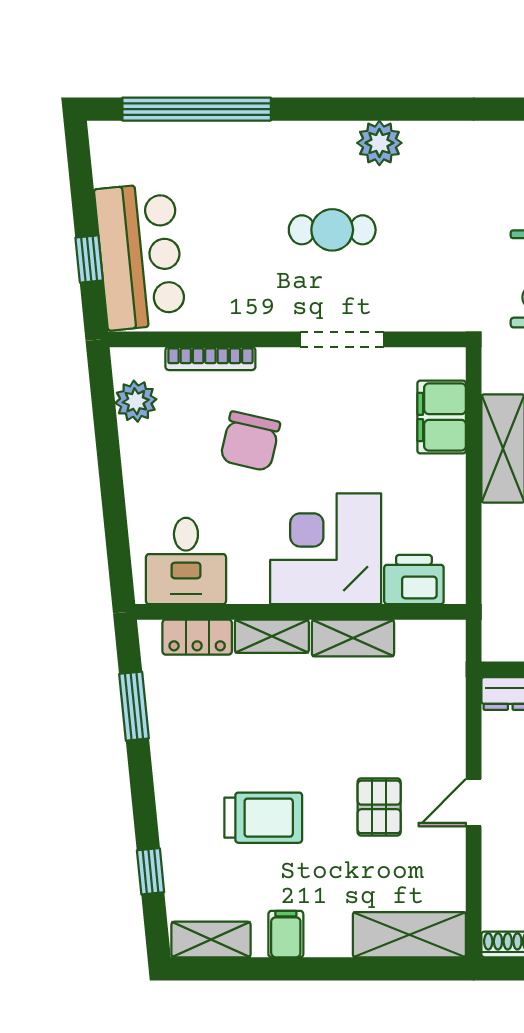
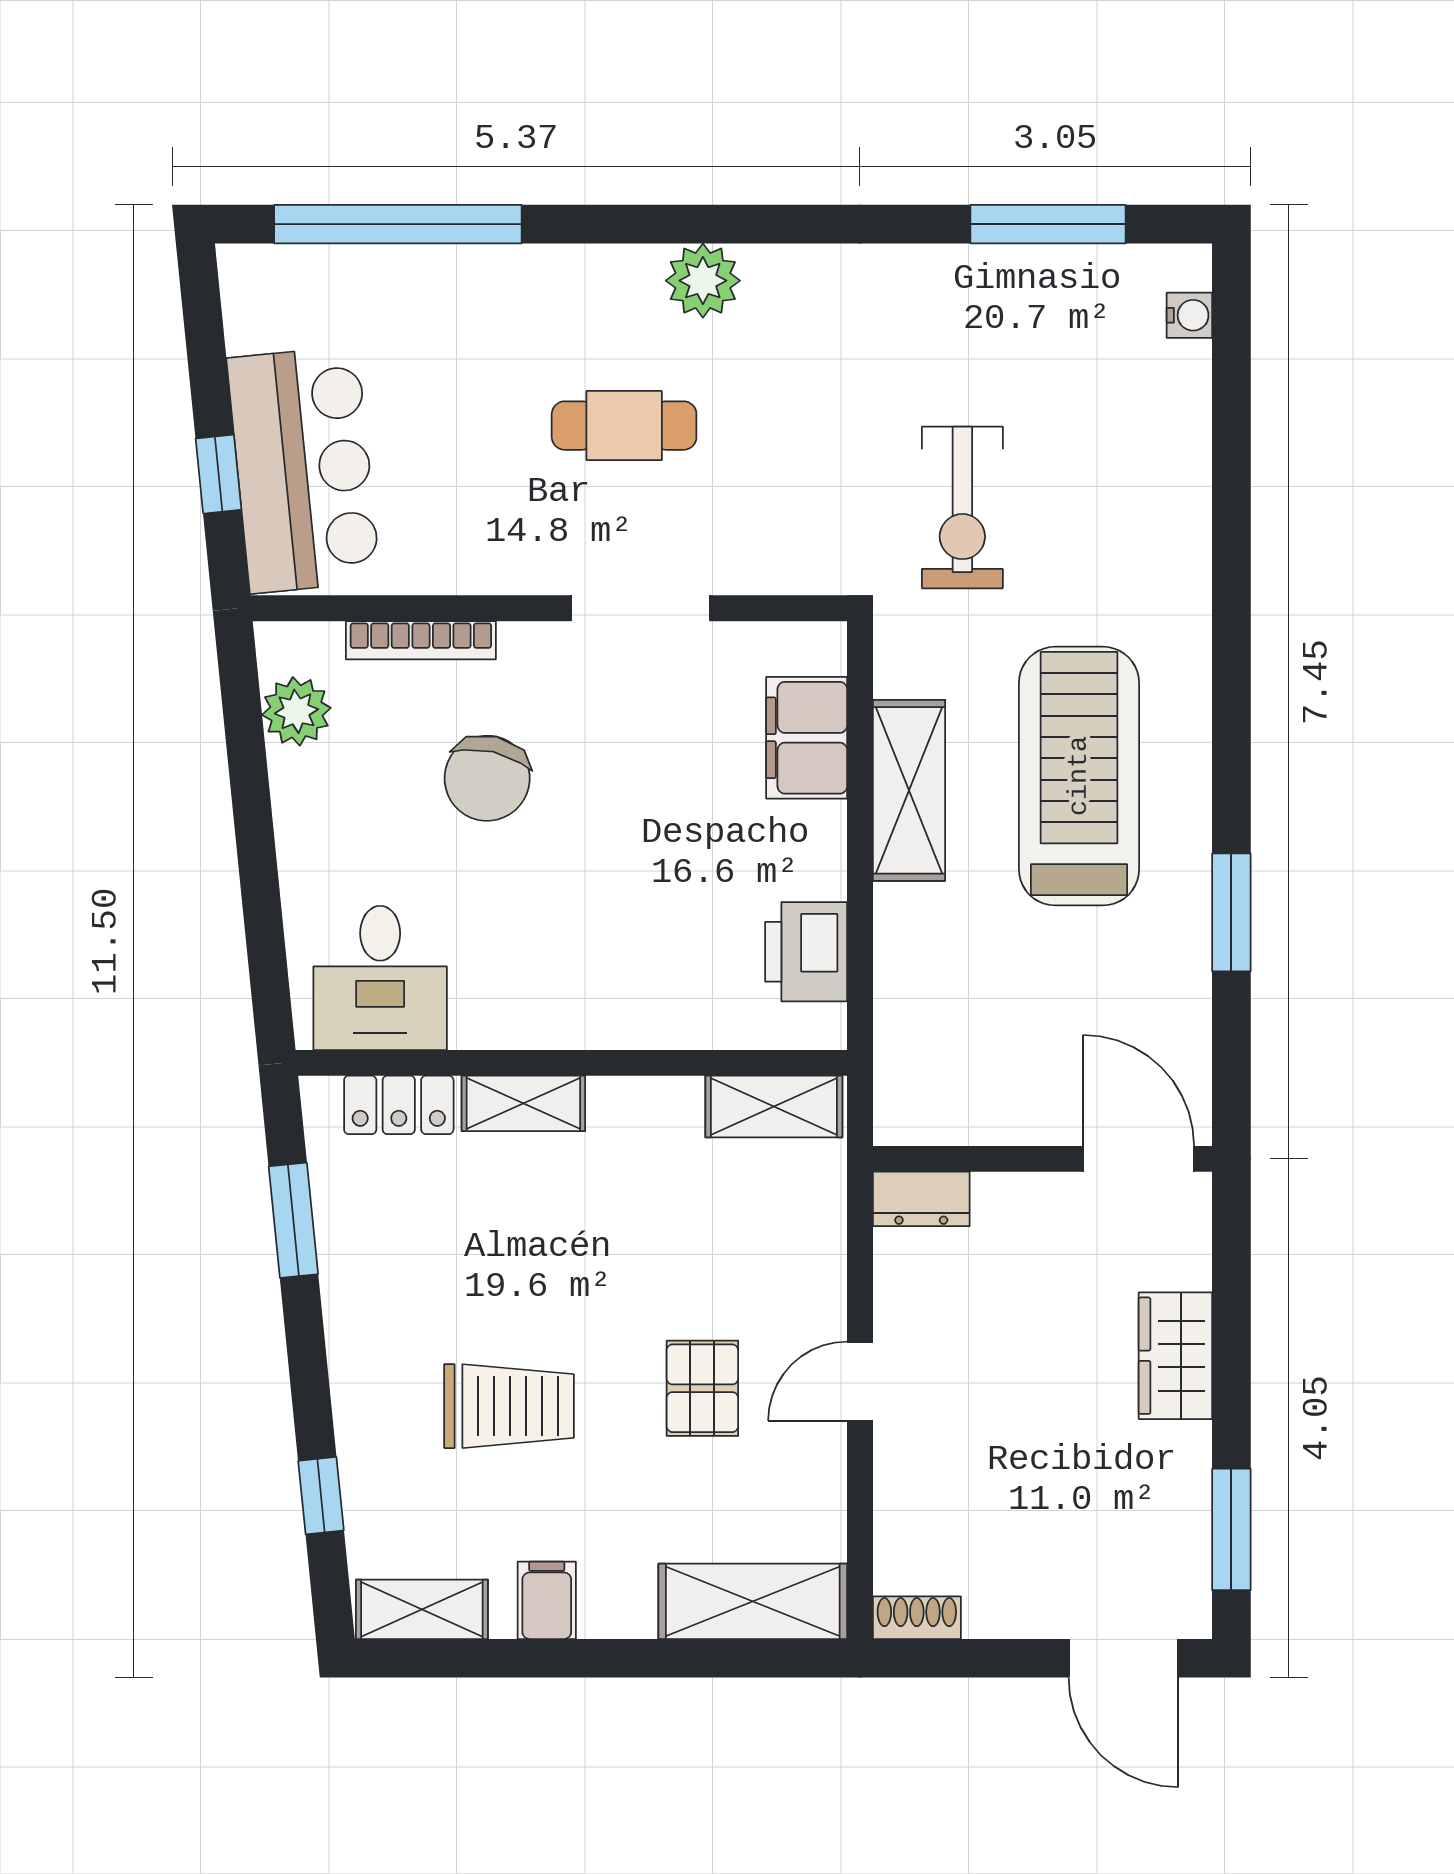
corner desk: (326, 549) -> (613, 958), removed
printer: (414, 580) -> (806, 952), moved, turned -90
shelving: (353, 638) -> (774, 1106), moved

